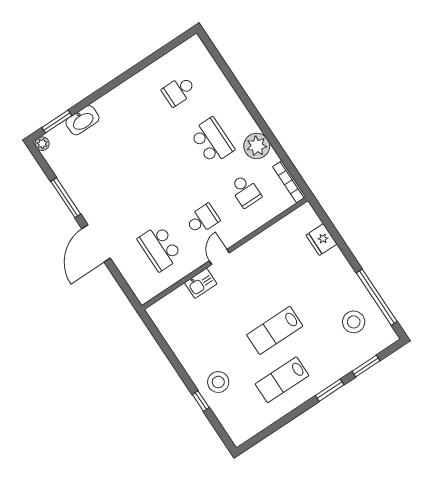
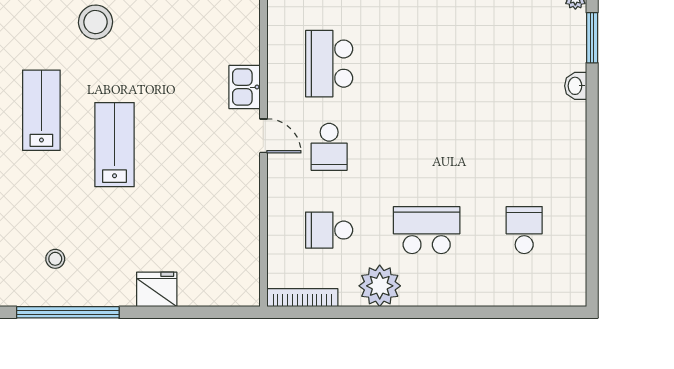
washbasin: (82, 120) -> (576, 86), width x0.52, depth x0.69
school desk: (212, 141) -> (427, 230), turned 180
fridge: (322, 239) -> (157, 289), moved
school desk: (160, 248) -> (329, 64), turned -90
stool: (354, 322) -> (55, 259), width x0.53, depth x0.53

